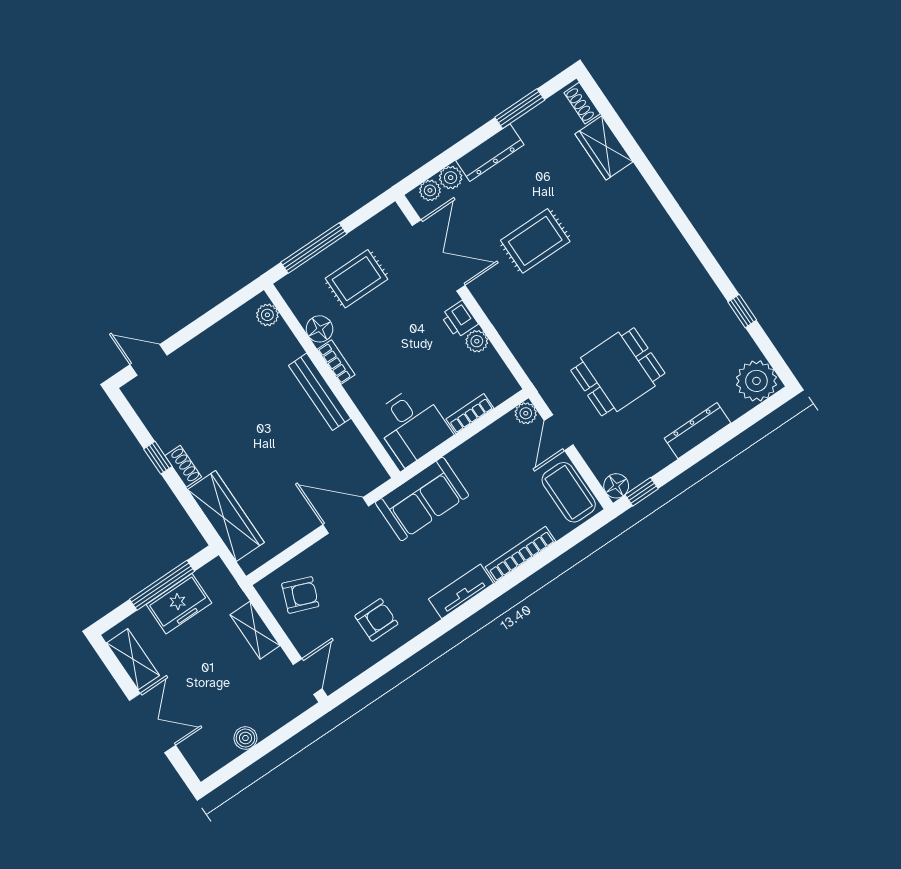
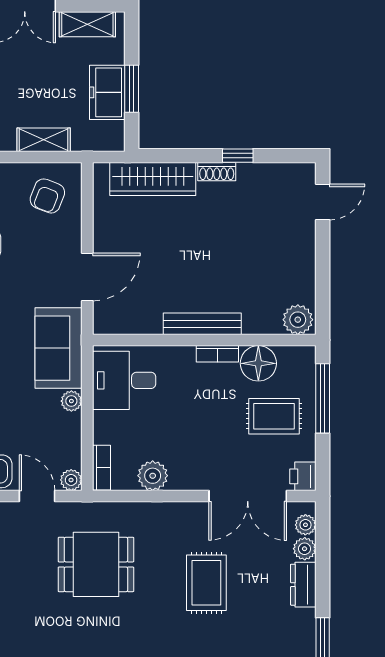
dresser: (490, 153) -> (303, 585), width x0.70
rug: (356, 279) -> (274, 416), turned 90
plant: (267, 315) -> (298, 320), width x1.38, depth x1.38
printer: (459, 319) -> (303, 476), moved, turned -90
floor lamp: (320, 329) -> (258, 363), width x1.38, depth x1.38
plant: (477, 341) -> (153, 476), width x1.38, depth x1.38
dining table: (618, 372) -> (96, 564), moved, turned 90
bookcase: (470, 414) -> (101, 468), moved
plant: (459, 458) -> (71, 401), added
window: (162, 585) -> (132, 89), width x0.69

